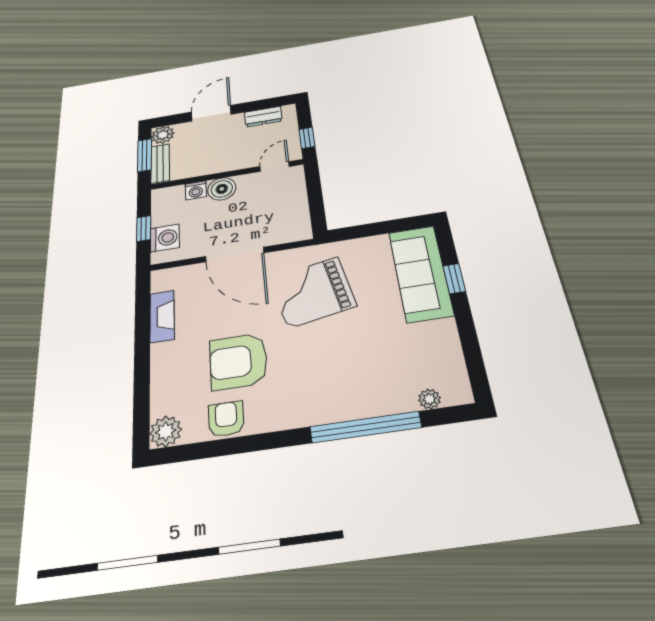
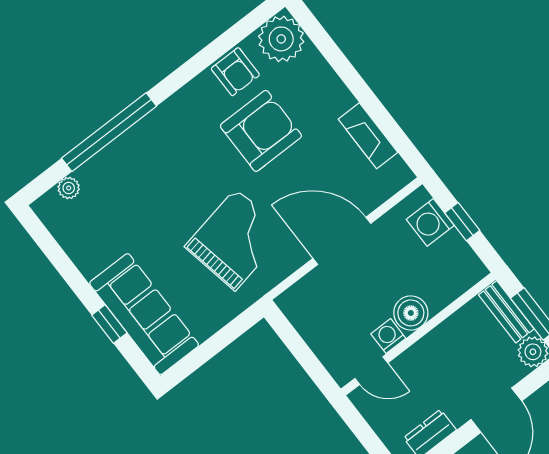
window: (307, 138) -> (360, 427), removed
door: (275, 166) -> (371, 371), hinge flipped
washing machine: (196, 190) -> (388, 336), moved
plant: (166, 431) -> (281, 39), width x1.36, depth x1.36

